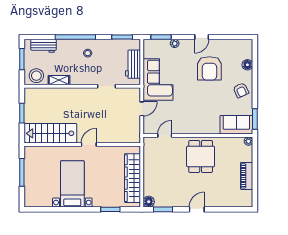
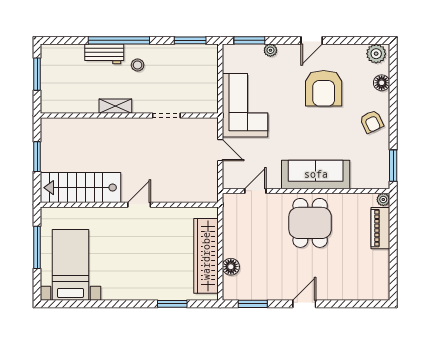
workbench: (44, 46) -> (104, 54), moved
plant: (244, 46) -> (376, 54), added
workbench: (133, 64) -> (207, 82), removed
stool: (36, 76) -> (59, 99), removed
shelving: (59, 80) -> (115, 106), moved
door: (142, 109) -> (220, 150), hinge flipped
sofa: (236, 125) -> (316, 174), moved, width x1.36
piano: (247, 176) -> (380, 228), moved
bed with nightstands: (72, 184) -> (71, 265), moved
floor lamp: (149, 202) -> (231, 267), moved

